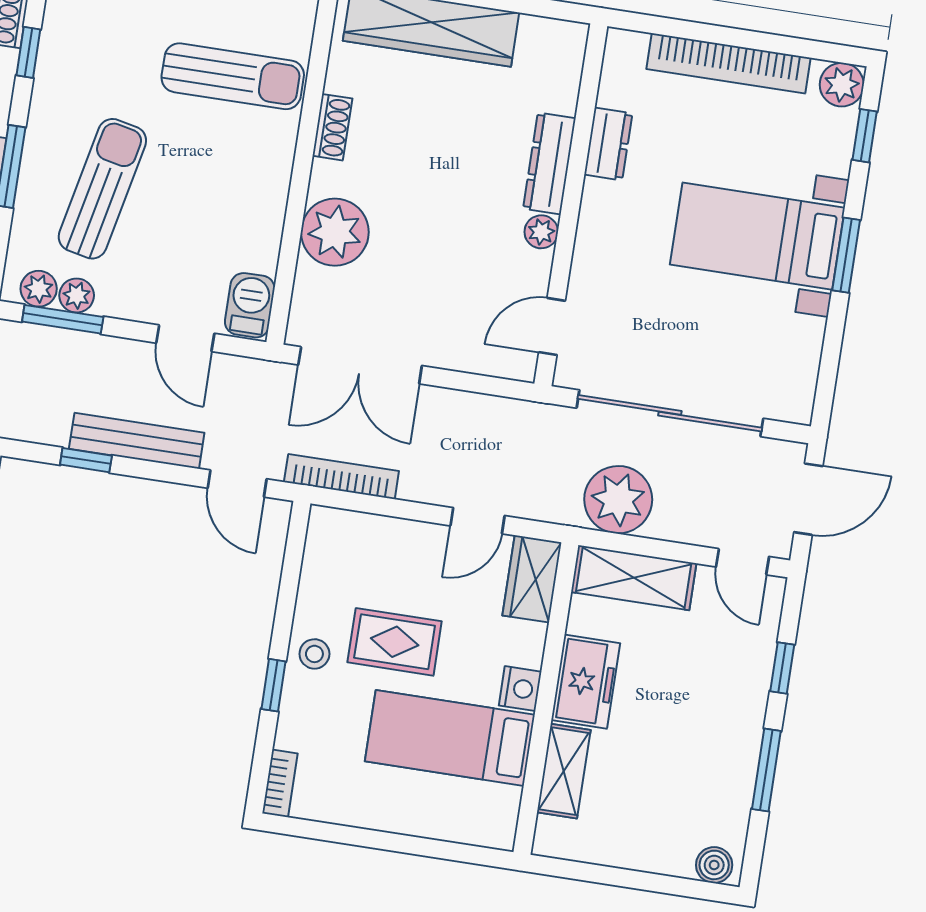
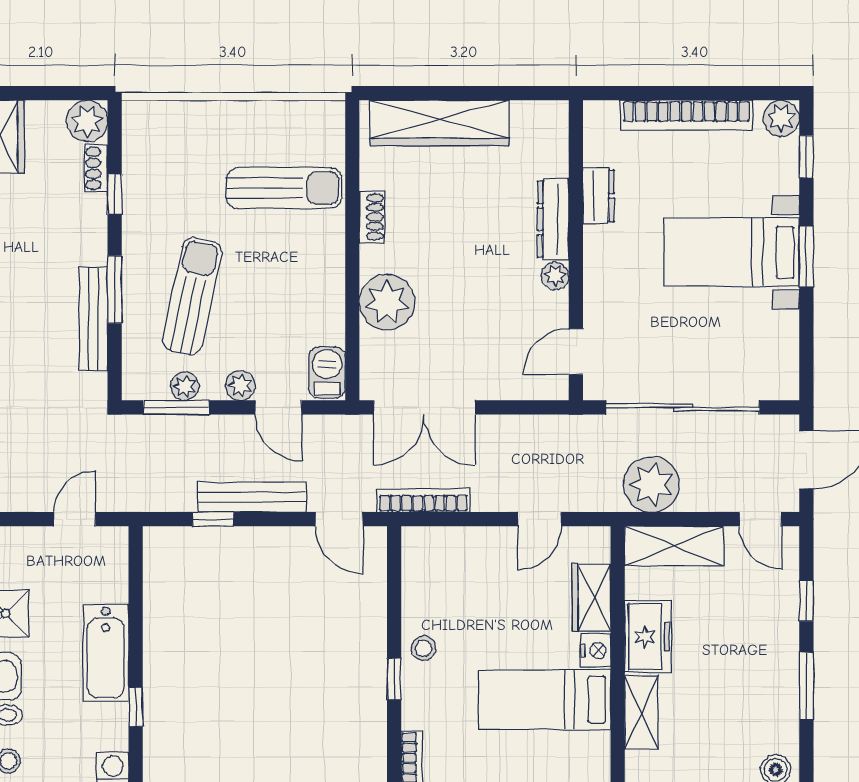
plant: (39, 289) -> (240, 386), moved
wardrobe: (532, 579) -> (591, 598), moved
rug: (395, 642) -> (487, 628), removed

